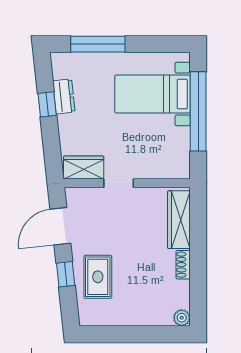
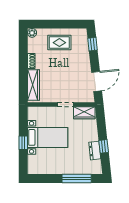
bed with nightstands: (152, 94) -> (48, 137), moved
window: (198, 111) -> (23, 143), width x0.32
window: (66, 274) -> (93, 44), moved
rug: (98, 277) -> (59, 43), moved, turned 90

